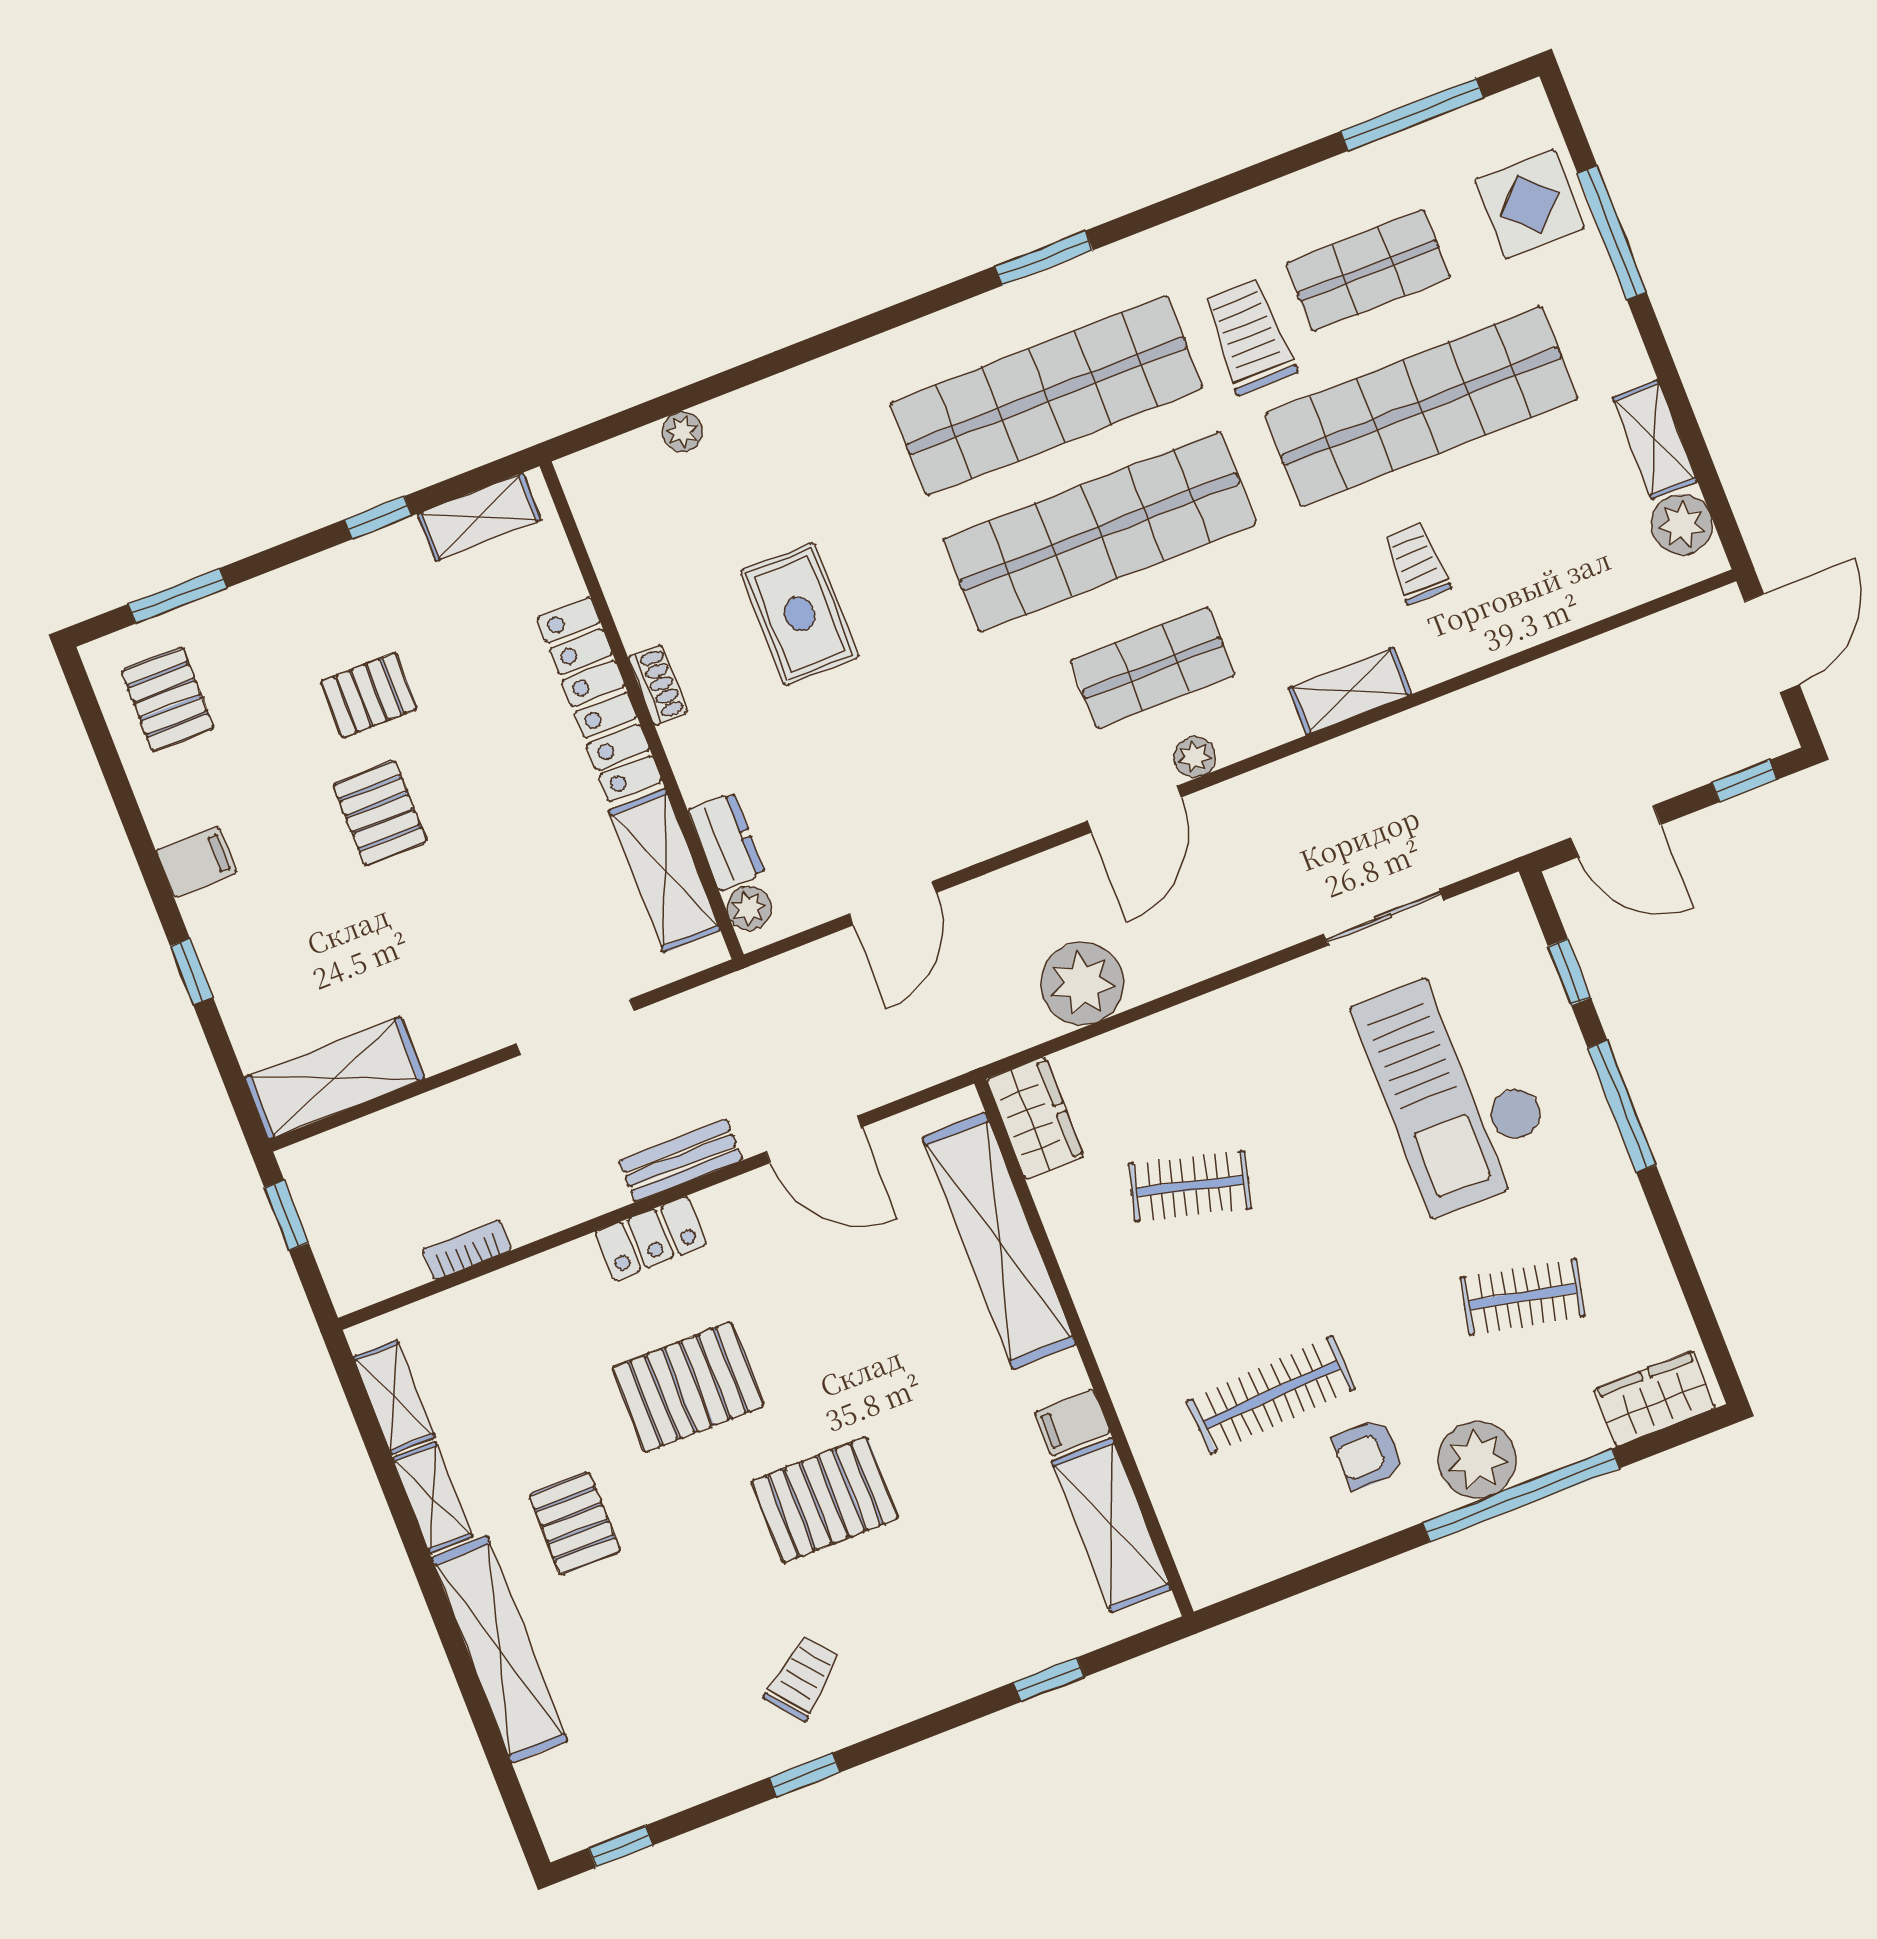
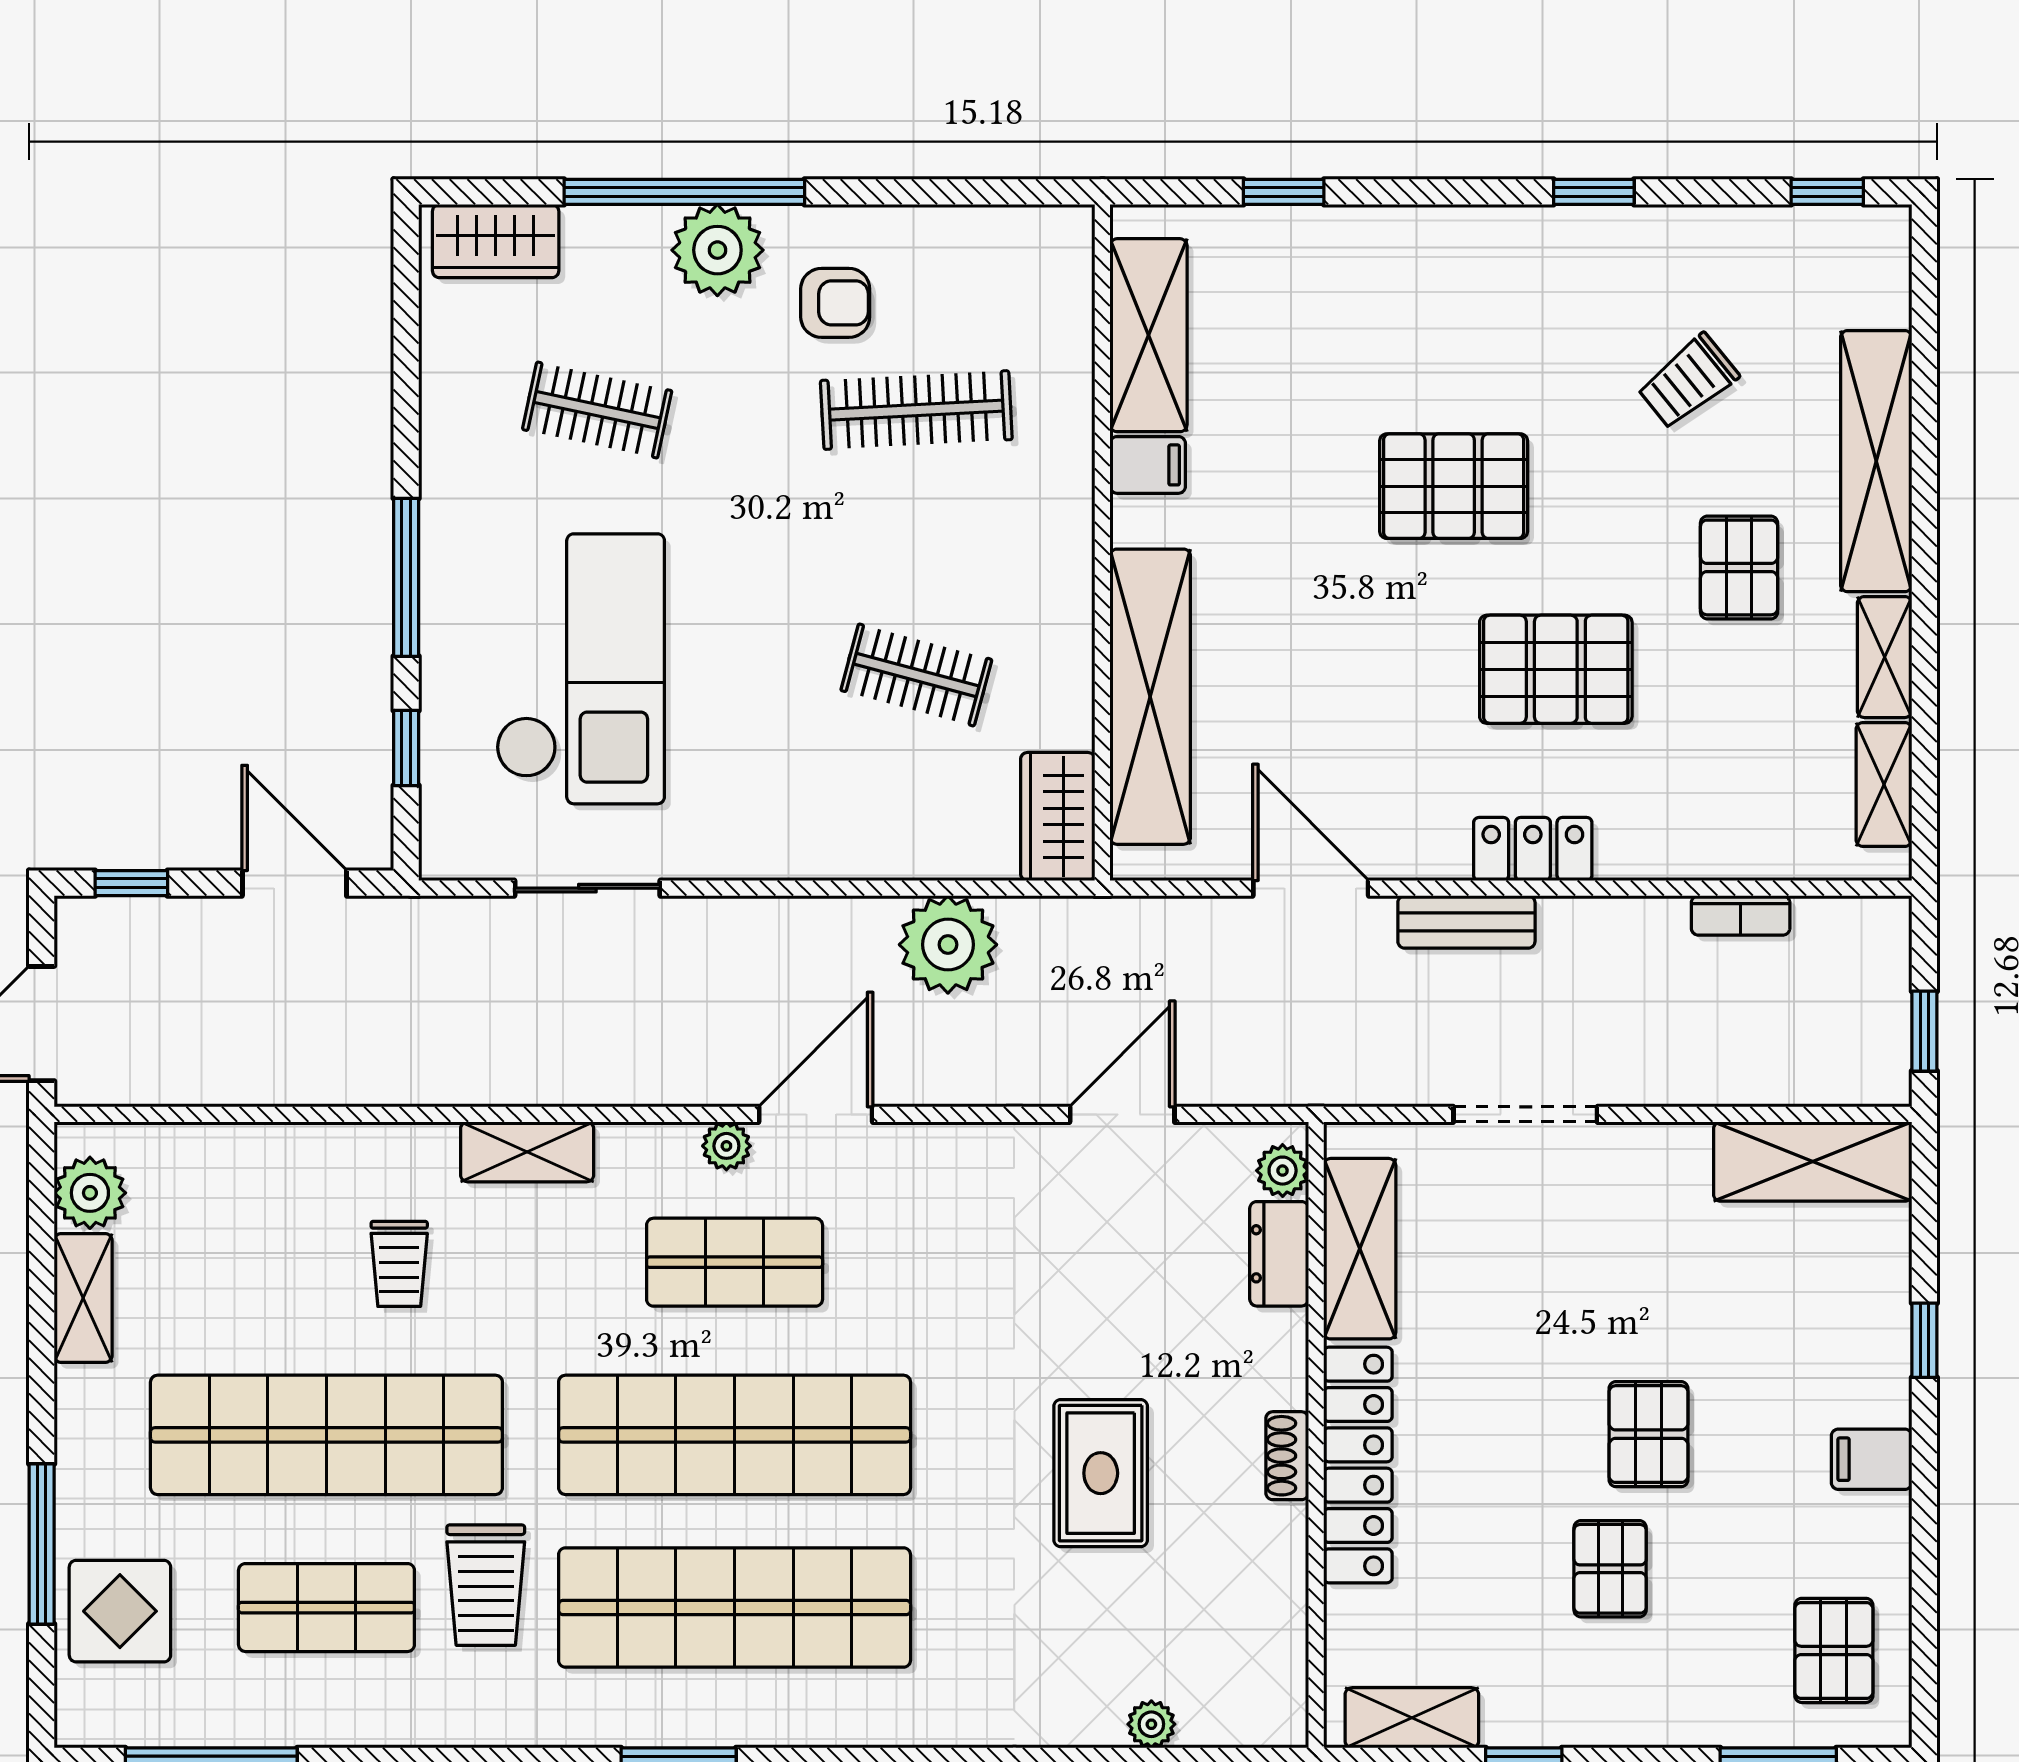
pallet: (369, 695) -> (1610, 1569), turned 90
trolley: (803, 1678) -> (1688, 381), moved

